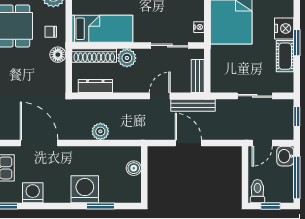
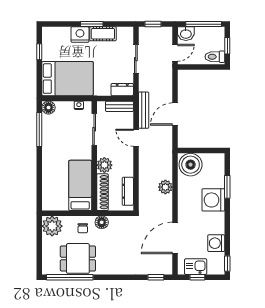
dresser: (218, 79) -> (122, 90), added
door: (262, 143) -> (175, 53), hinge flipped
boiler: (134, 168) -> (191, 165), width x1.86, depth x1.86

